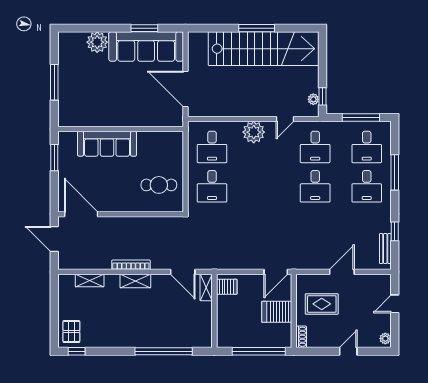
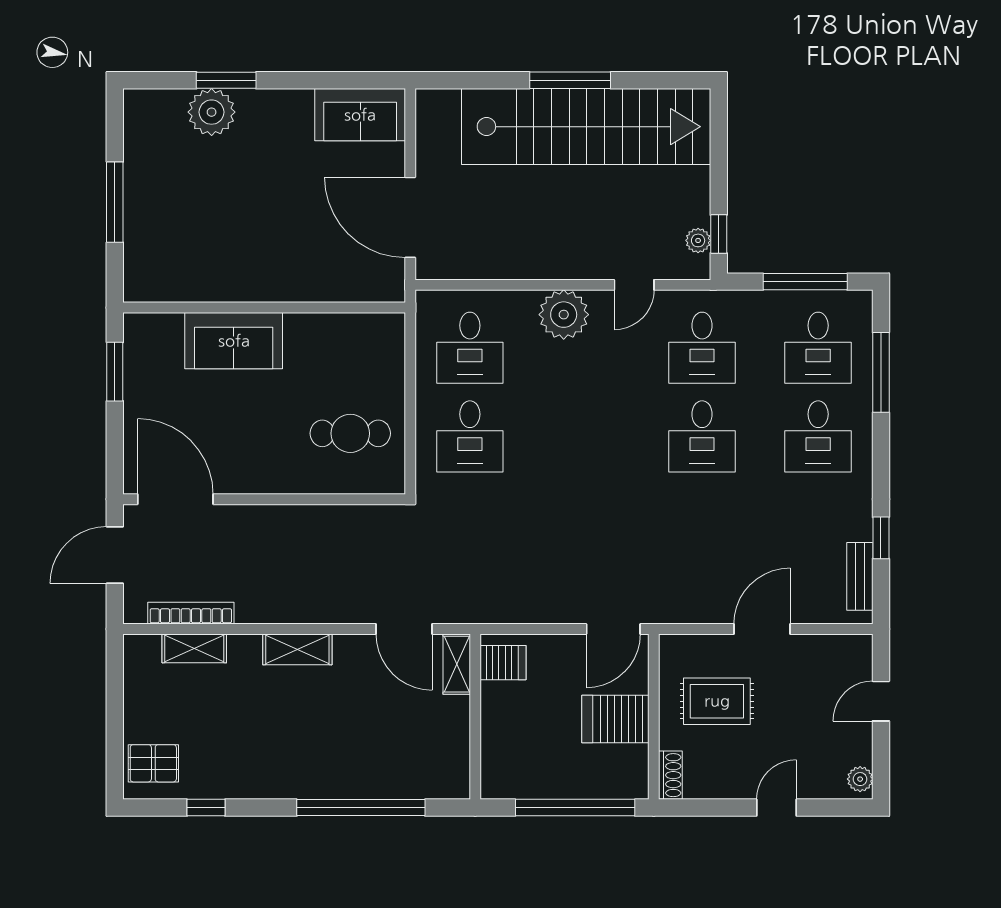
window: (144, 28) -> (226, 80), moved
sofa: (146, 47) -> (360, 115), width x0.54, depth x0.79
sofa: (107, 144) -> (234, 341), width x0.73
window: (395, 172) -> (881, 372), moved
door: (54, 239) -> (115, 555), hinge flipped
bookcase: (131, 265) -> (191, 613), moved
pallet: (71, 332) -> (153, 763), turned 90
window: (77, 351) -> (206, 808), moved

